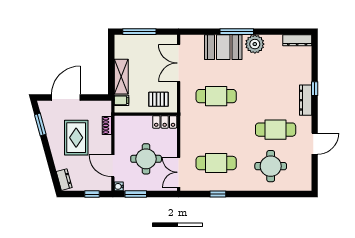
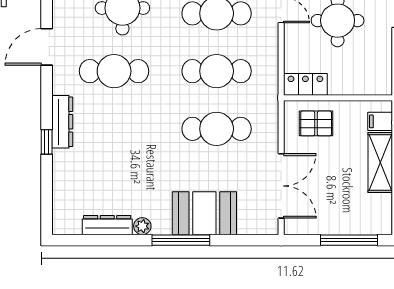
dresser: (297, 40) -> (107, 225), moved
plant: (255, 44) -> (142, 226), width x0.53, depth x0.53
cafe table: (216, 130) -> (217, 71), added

